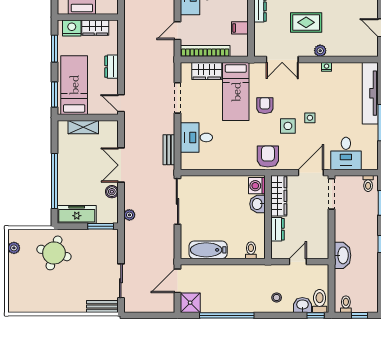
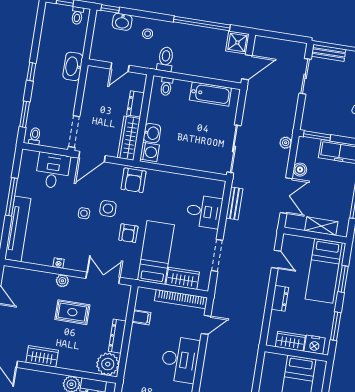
bed: (74, 85) -> (324, 271), moved
wall: (88, 117) -> (315, 235), moved
shelving: (83, 127) -> (321, 226), moved
toilet: (320, 301) -> (165, 59), moved, turned 180

